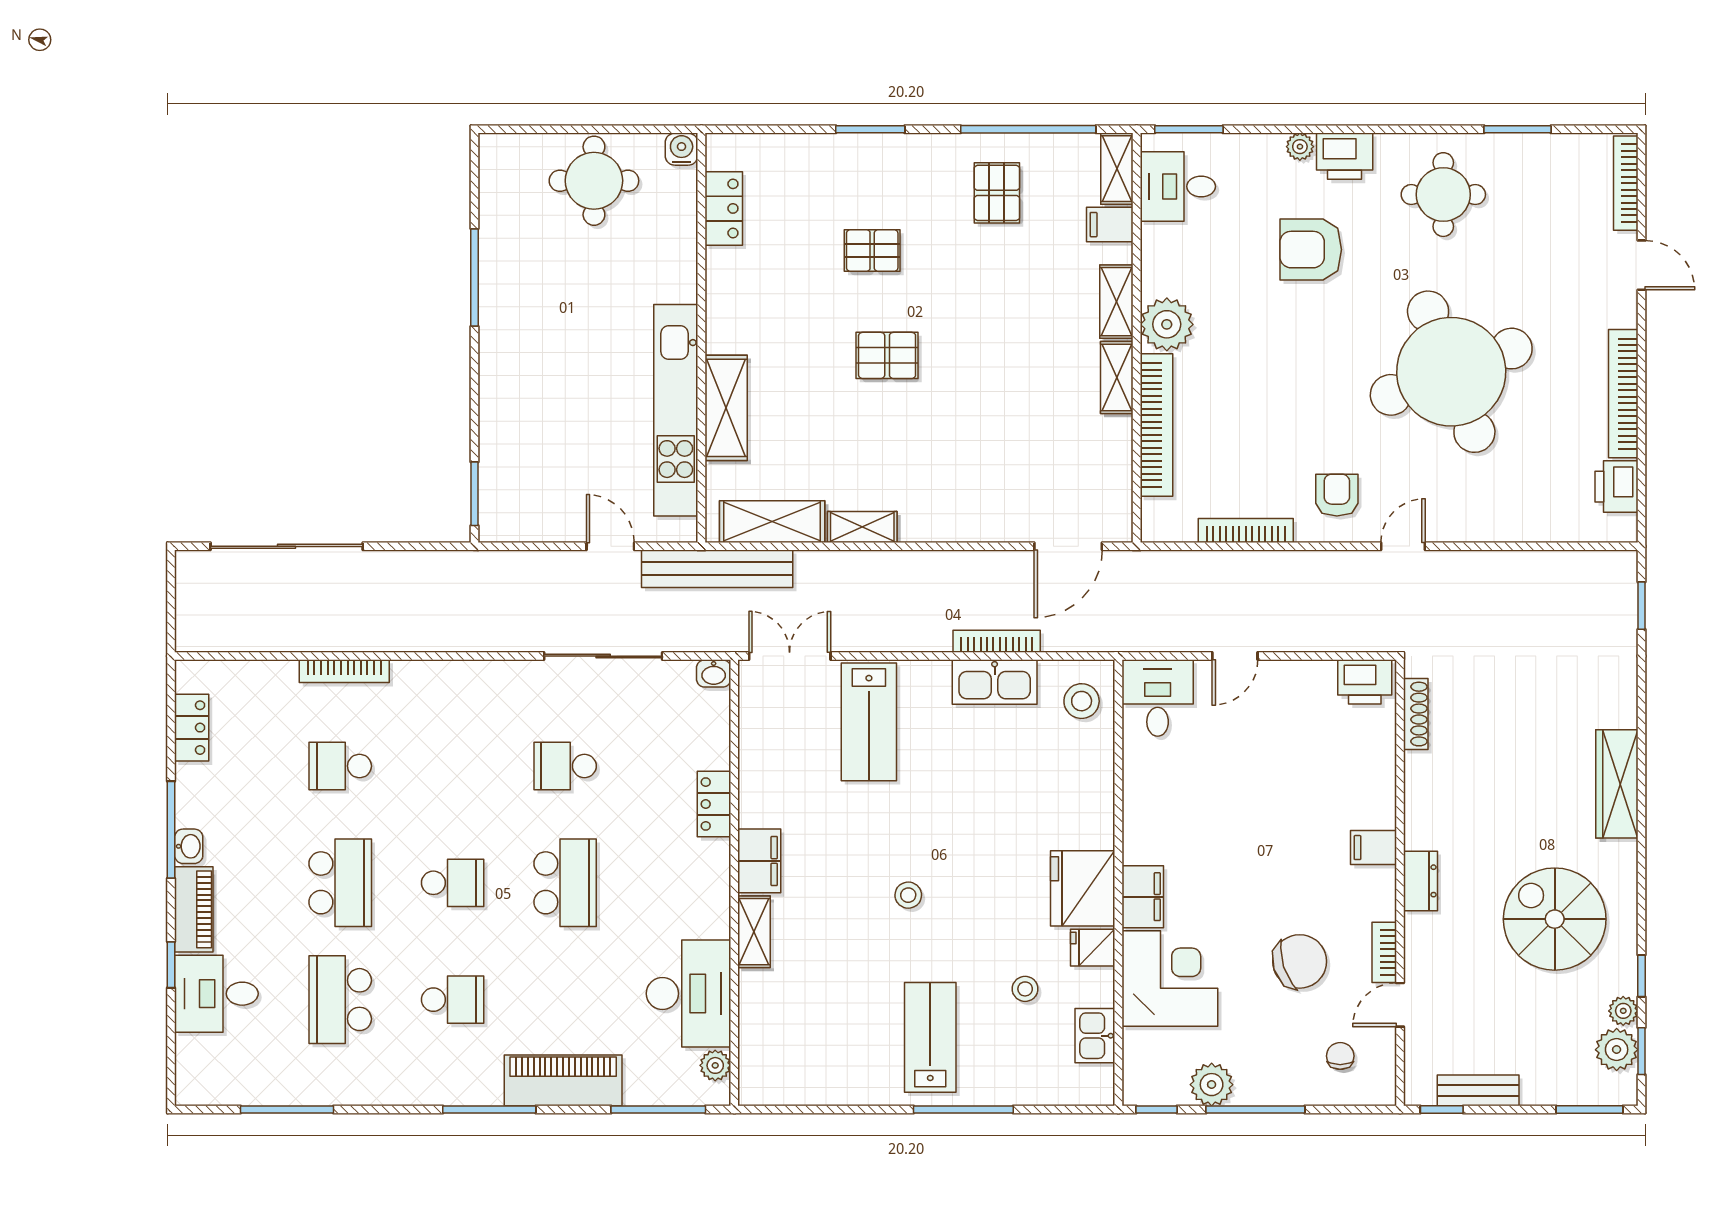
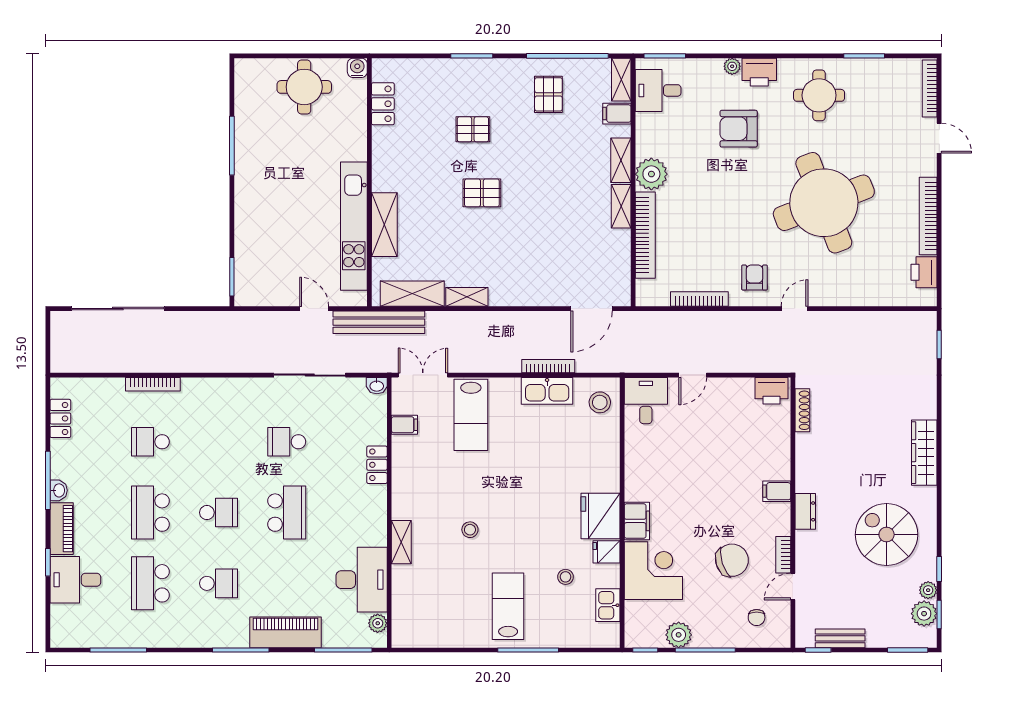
filing cabinet: (759, 861) -> (404, 425), moved, width x0.50
school desk: (340, 883) -> (150, 513), turned 180
stool: (908, 895) -> (470, 530), moved
chair: (1340, 1056) -> (757, 617), turned 180

